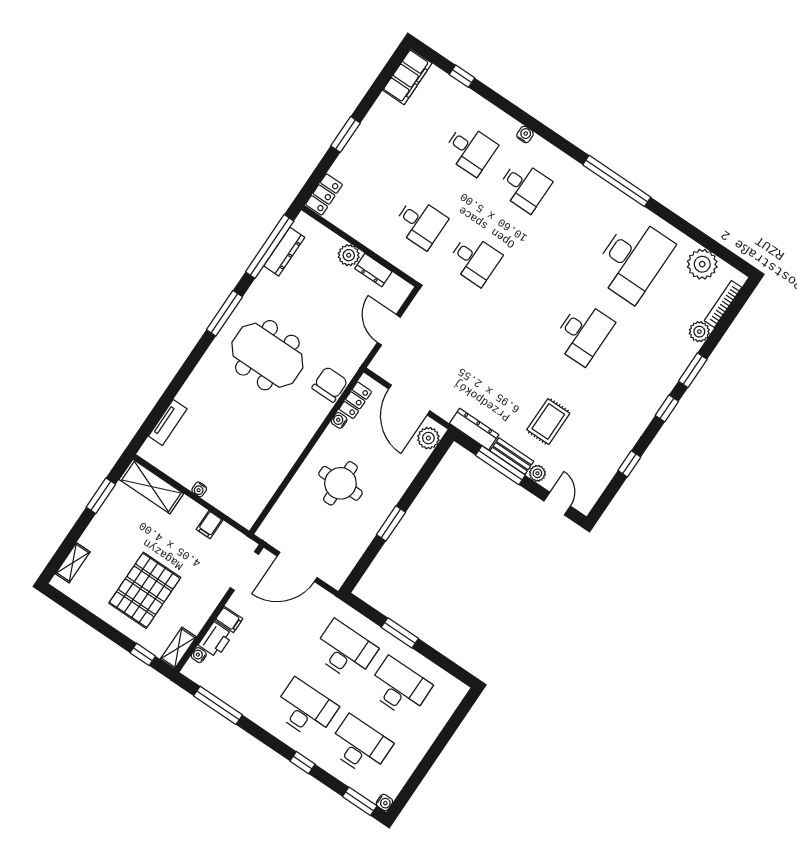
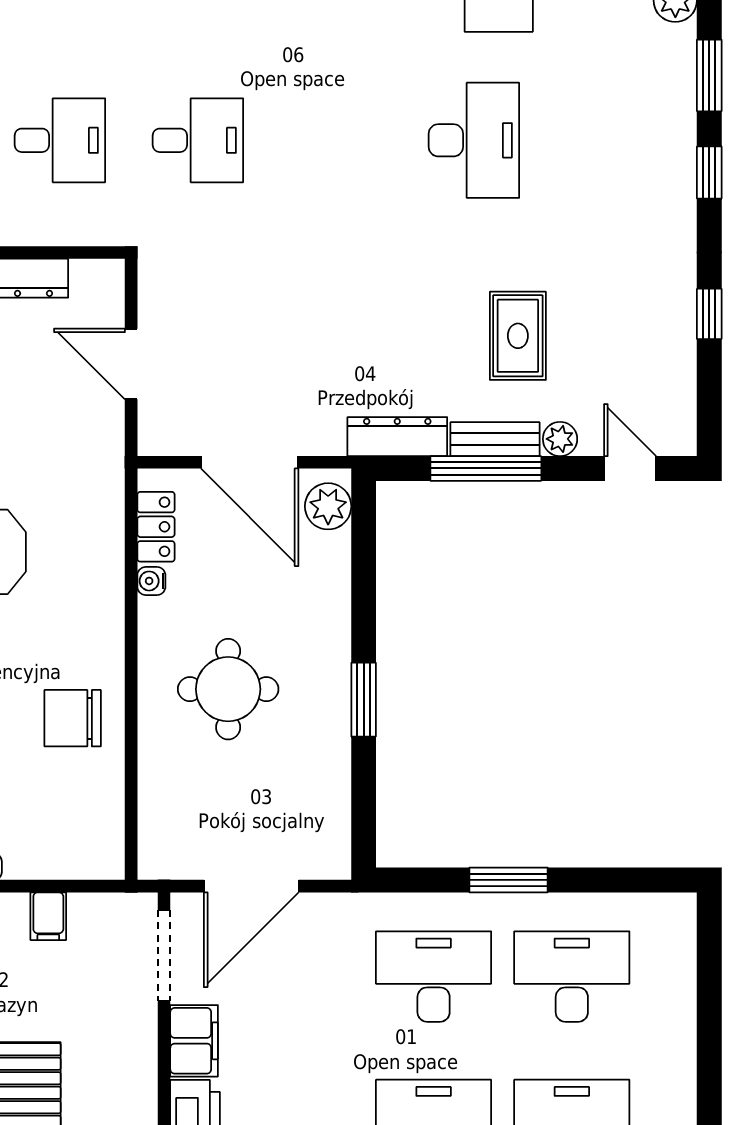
chair: (330, 384) -> (73, 718), moved, turned -90
filing cabinet: (229, 619) -> (194, 1041), width x2.00

